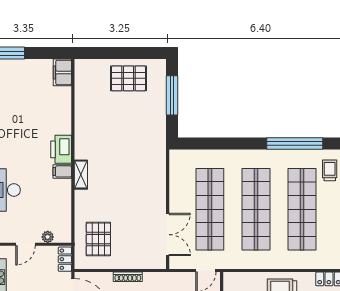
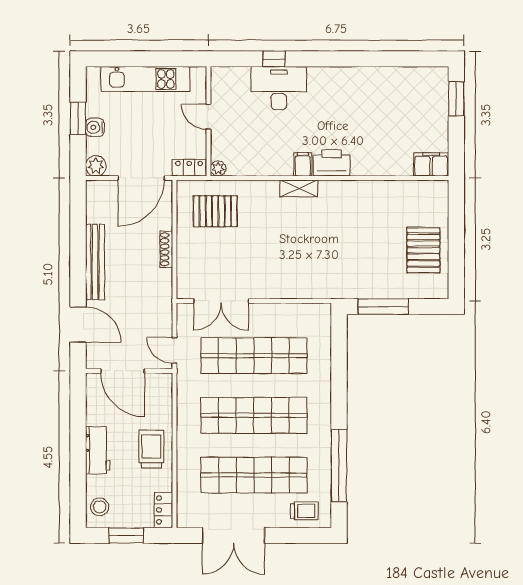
window: (172, 95) -> (383, 307), moved
plant: (48, 237) -> (218, 168), moved

